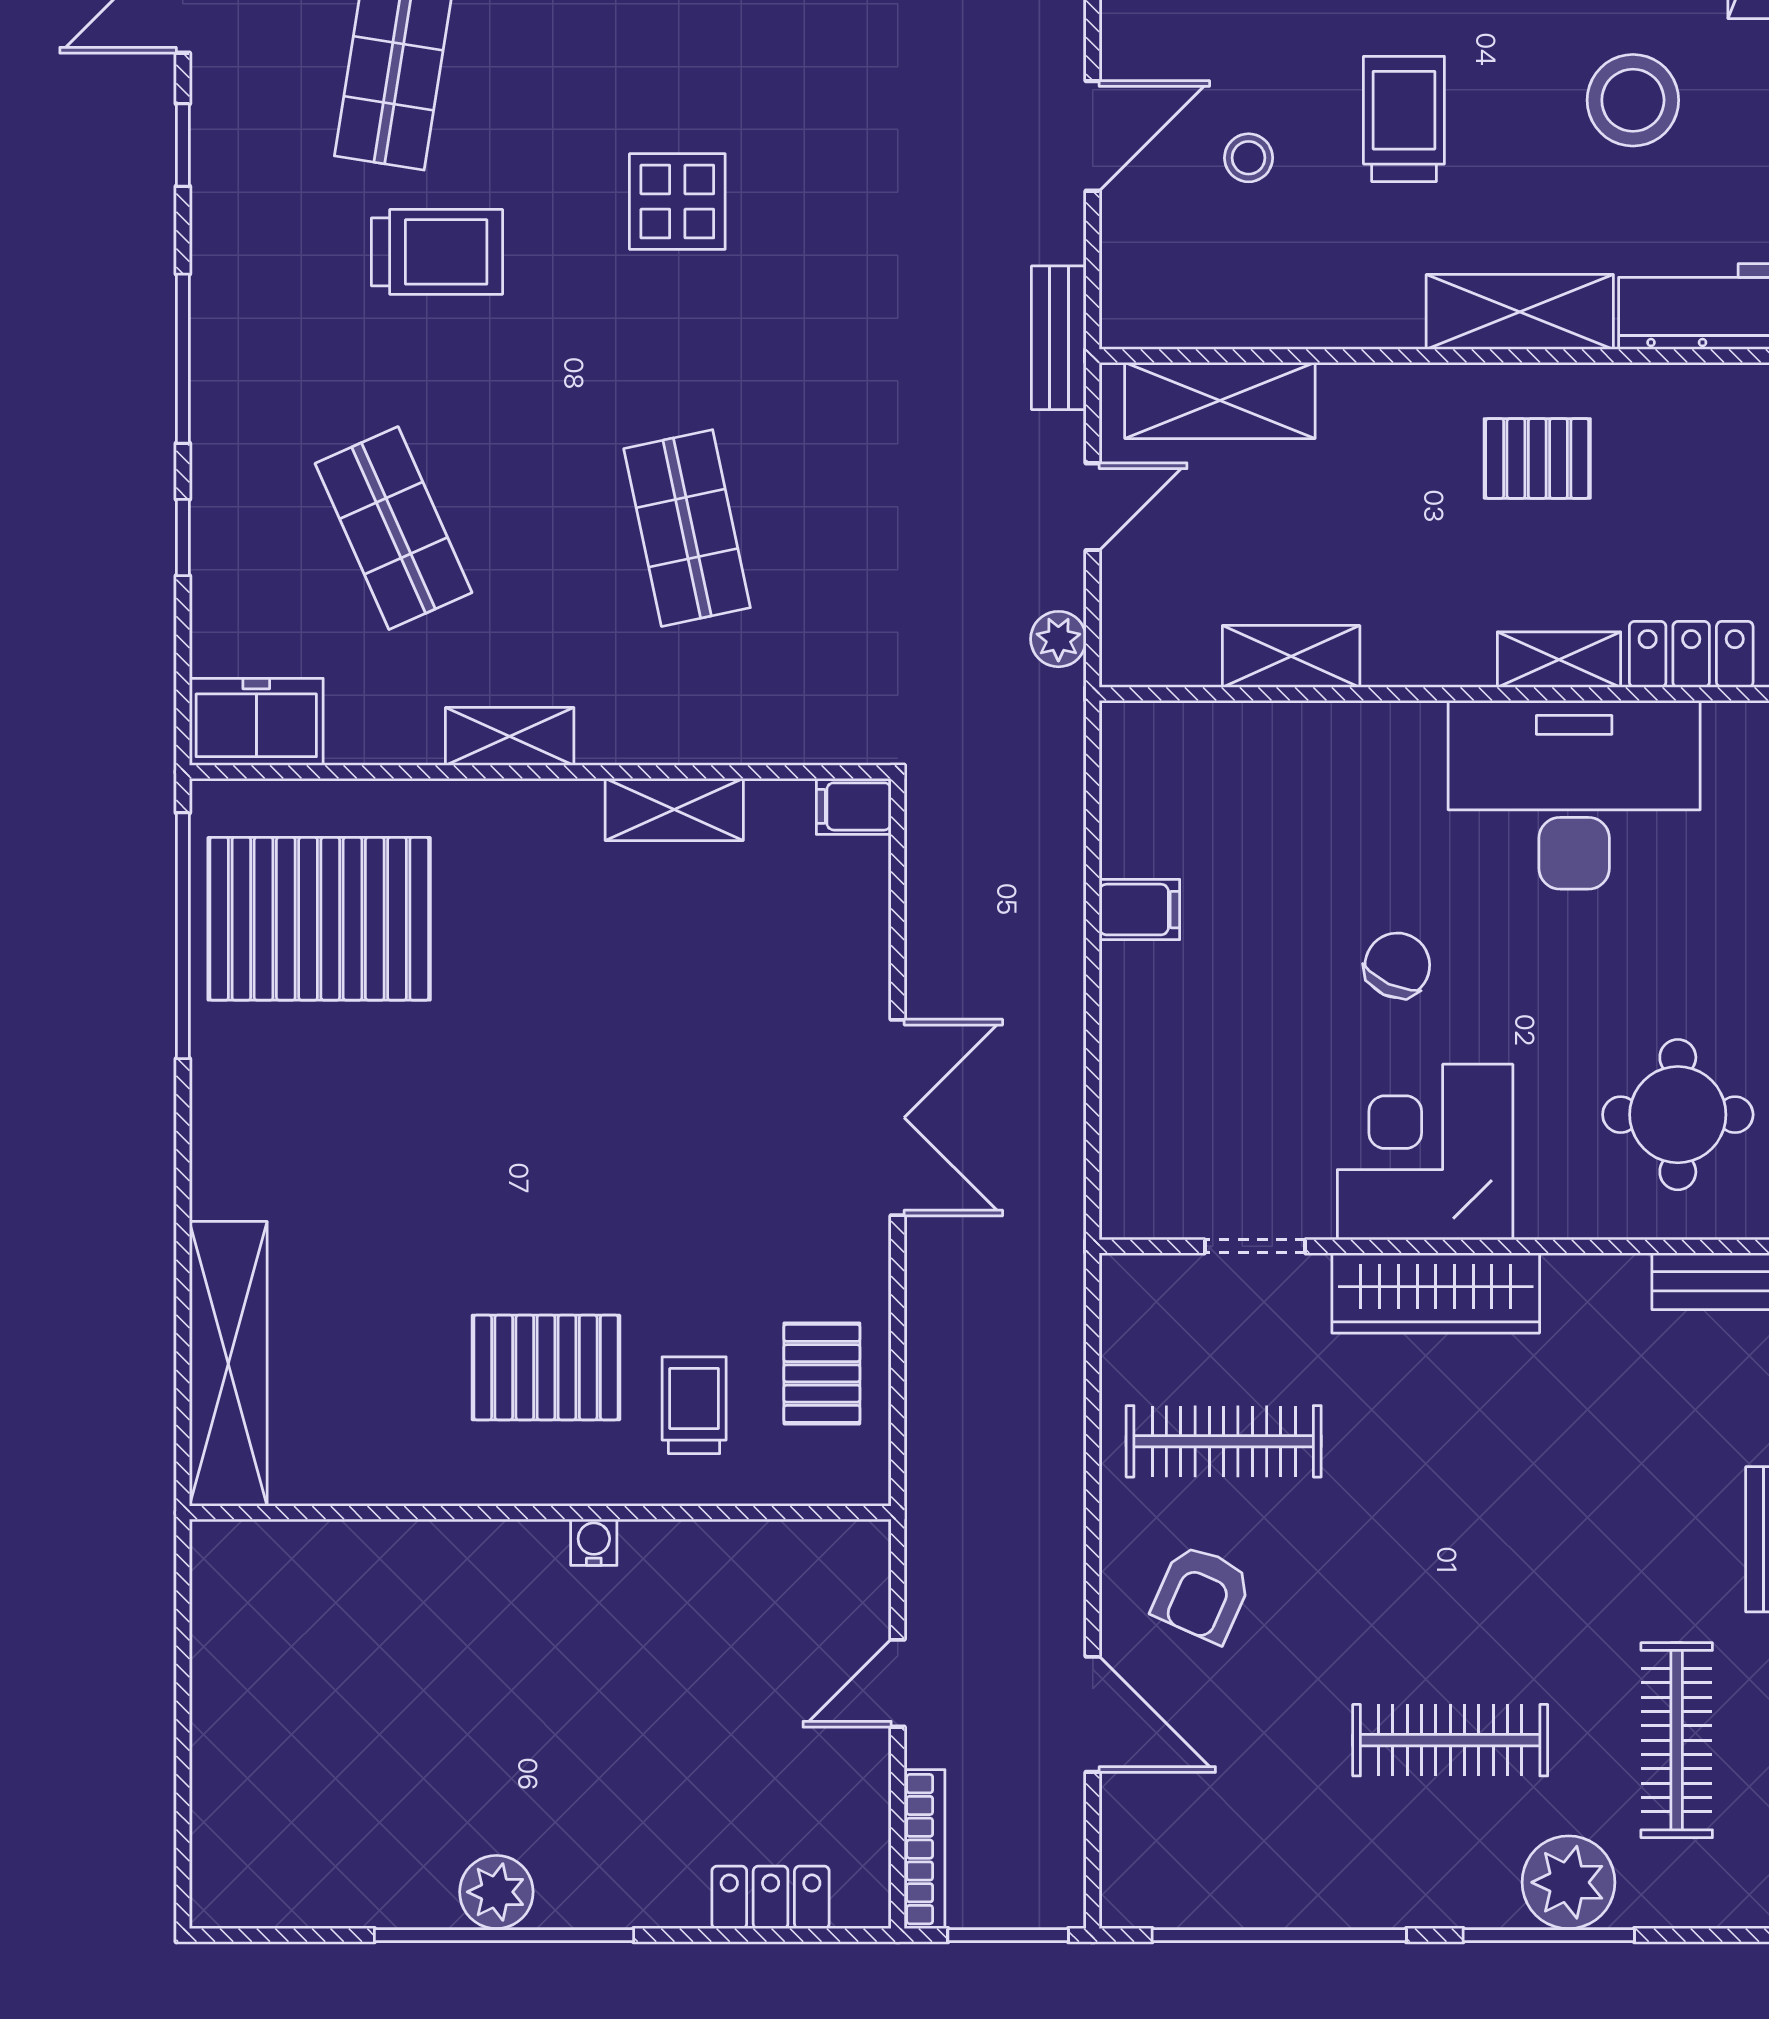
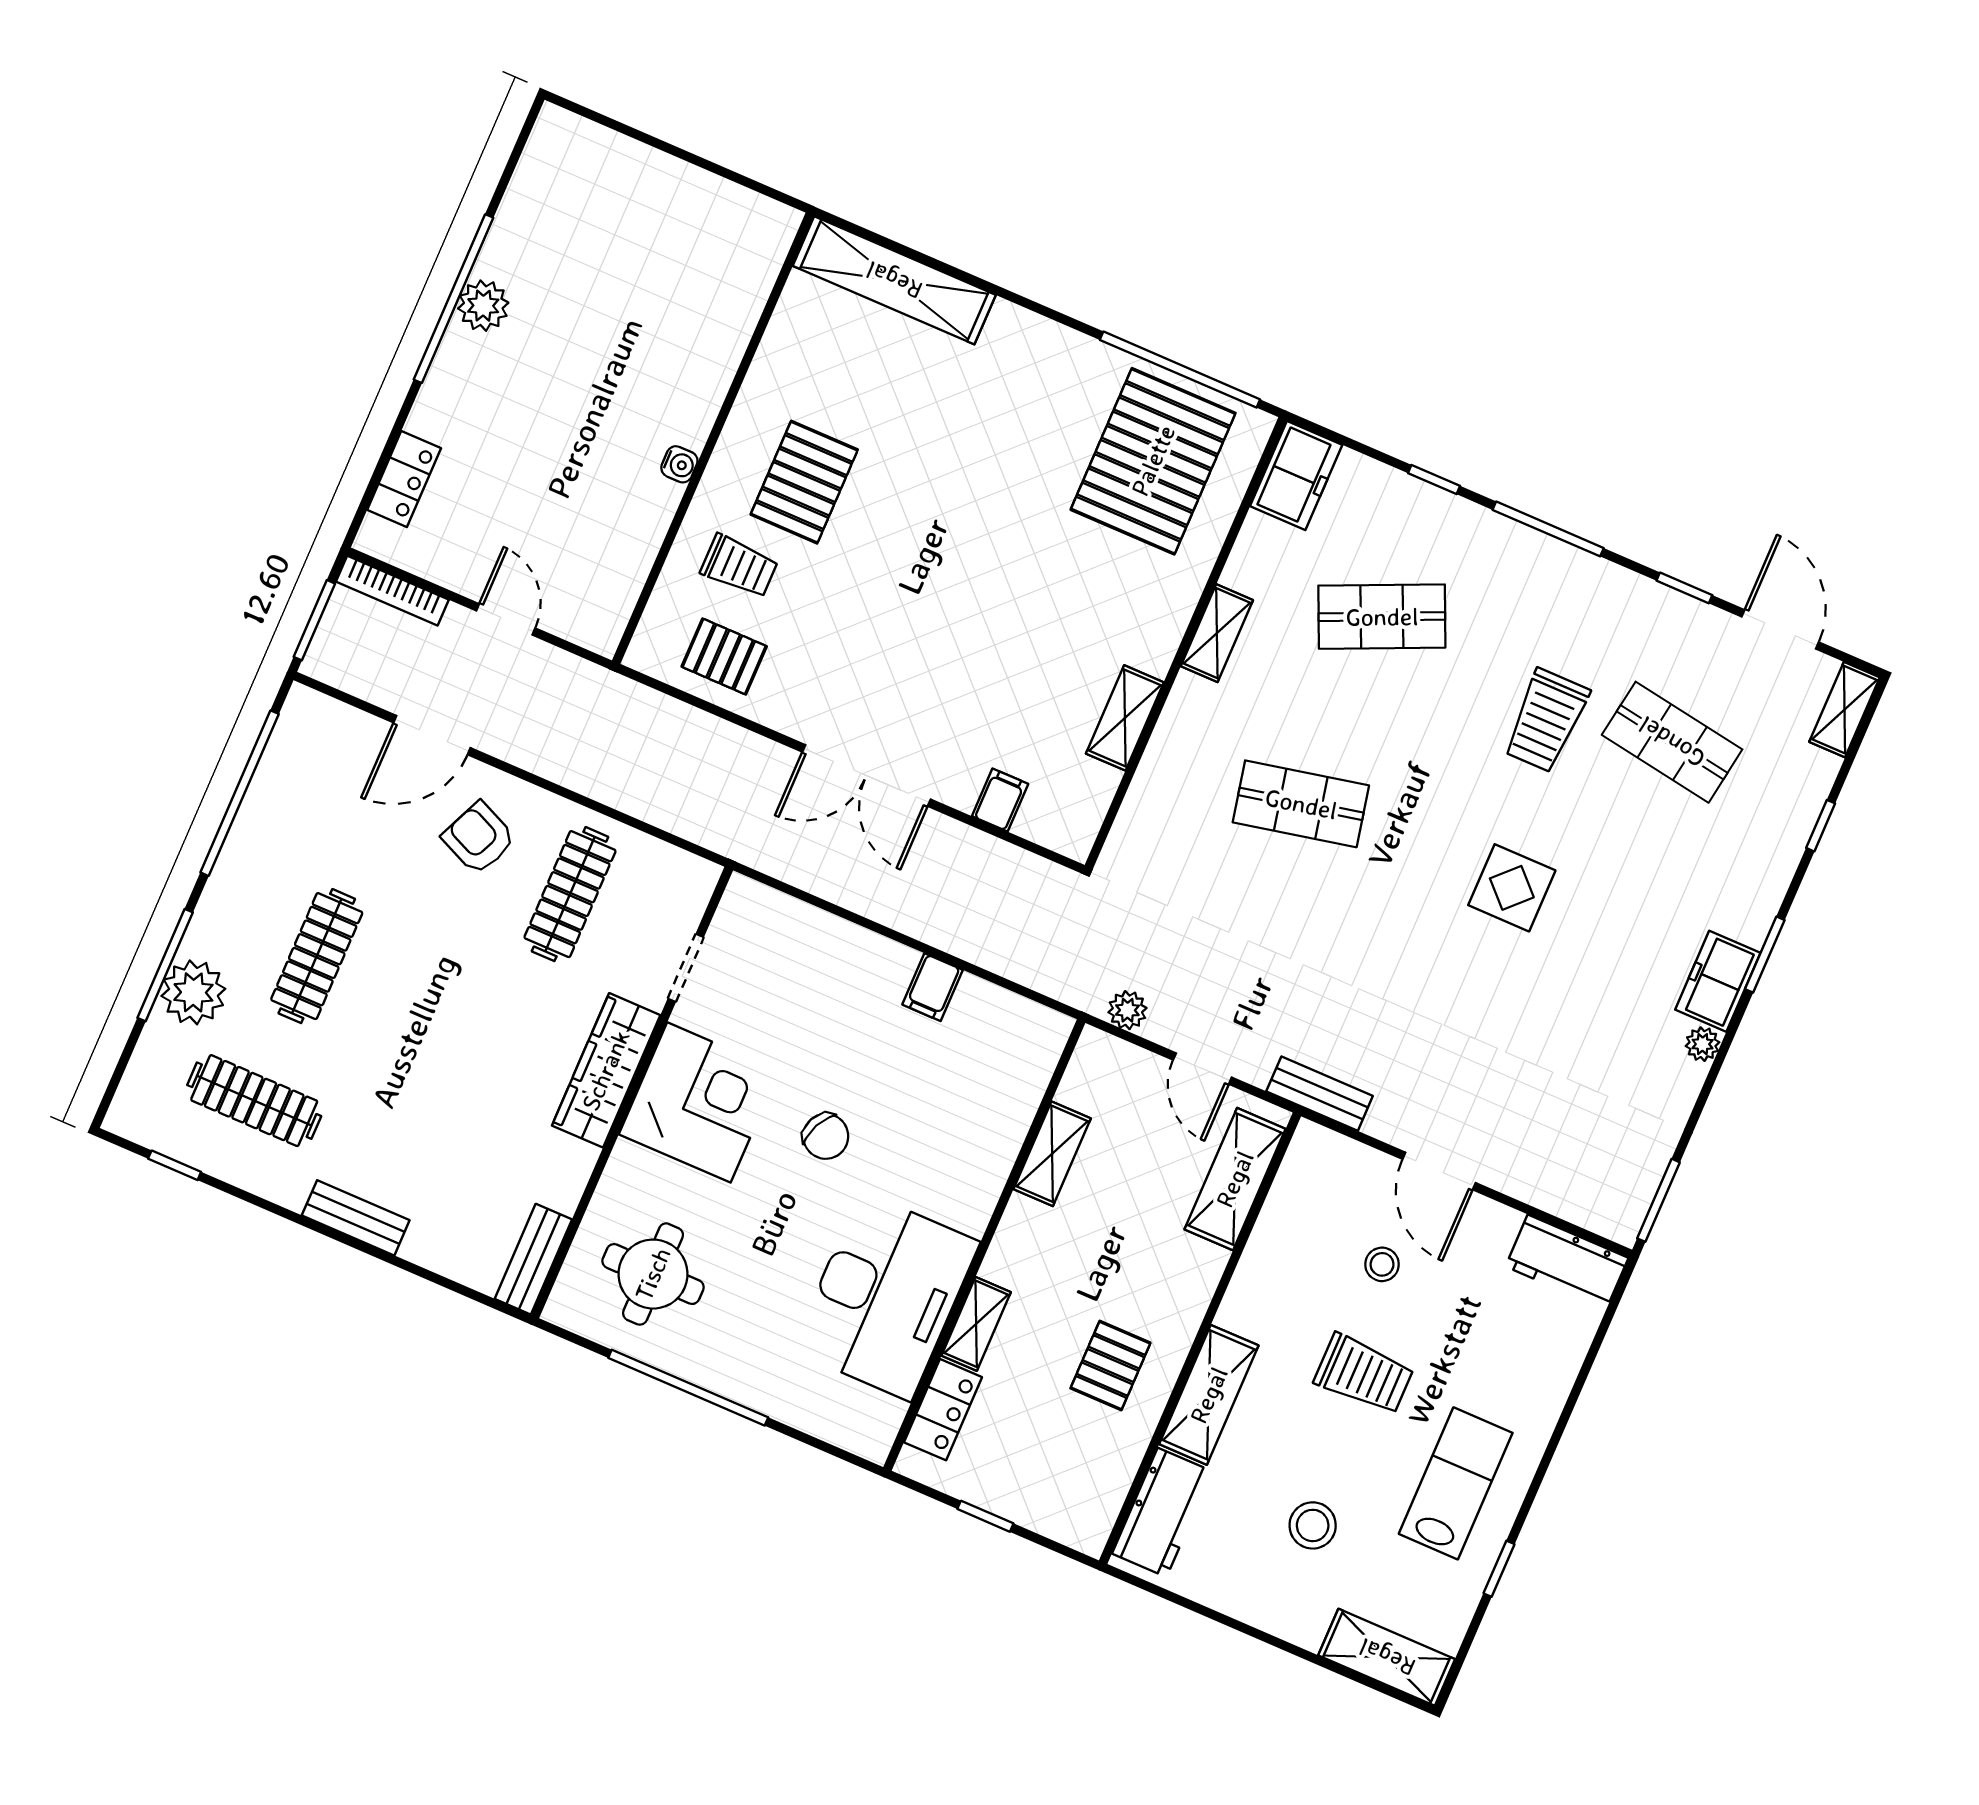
stool: (1633, 100) -> (1313, 1525), width x0.73, depth x0.73
filing cabinet: (854, 806) -> (1000, 800), moved

